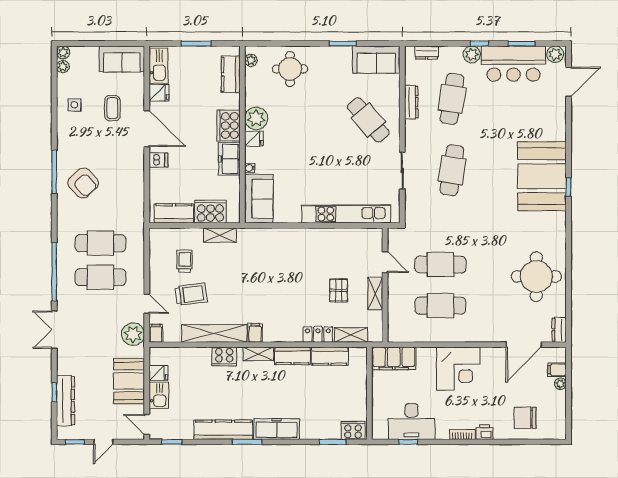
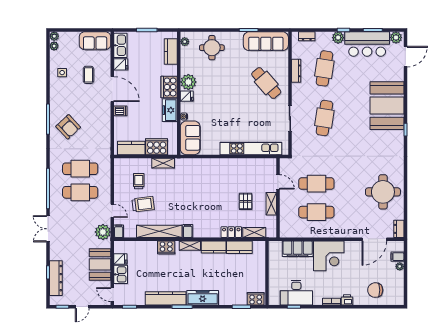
sofa: (376, 60) -> (266, 41), width x1.36
booth: (542, 176) -> (387, 106), moved
filing cabinet: (394, 358) -> (298, 249), moved

